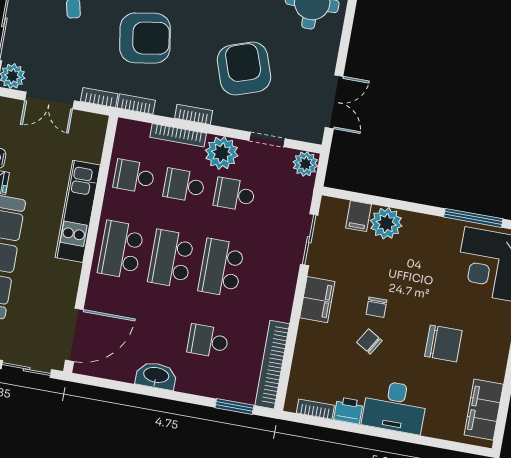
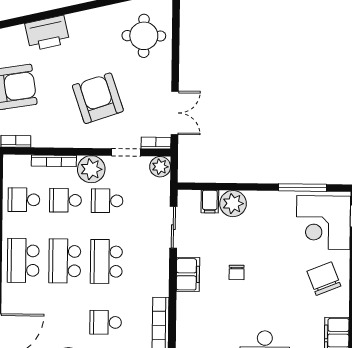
bookcase: (194, 114) -> (156, 143), moved
chair: (369, 341) -> (235, 301), removed
chair: (443, 343) -> (324, 279), moved, turned -112

